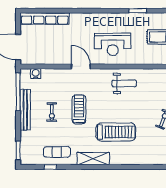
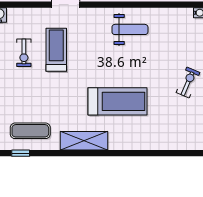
treadmill: (79, 109) -> (56, 50), moved
exercise bike: (52, 112) -> (24, 53), moved

